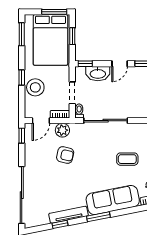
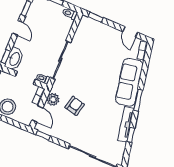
washbasin: (98, 74) -> (14, 59), moved
coffee table: (127, 159) -> (100, 55), removed

